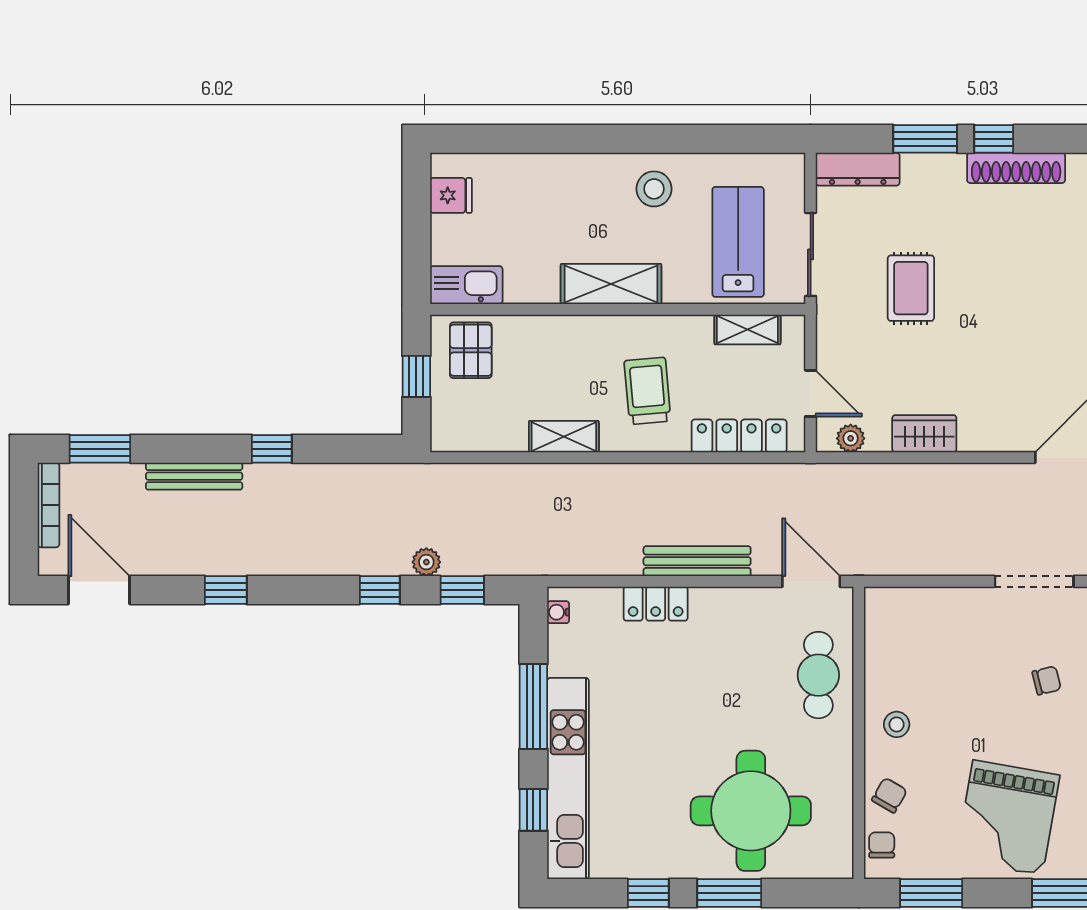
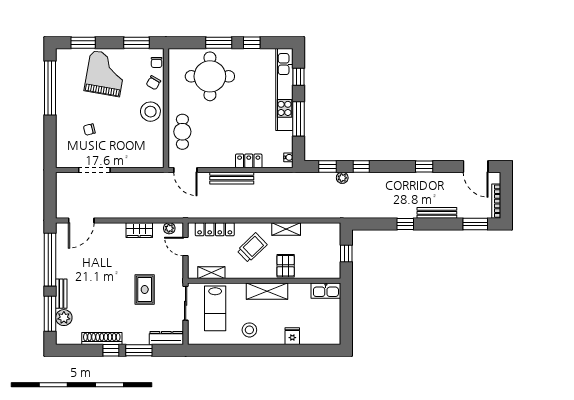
fridge: (451, 195) -> (292, 336), moved, turned 90
pallet: (471, 350) -> (286, 266), moved
trolley: (647, 391) -> (252, 248), turned -129
stool: (897, 724) -> (150, 112), width x1.89, depth x1.89

